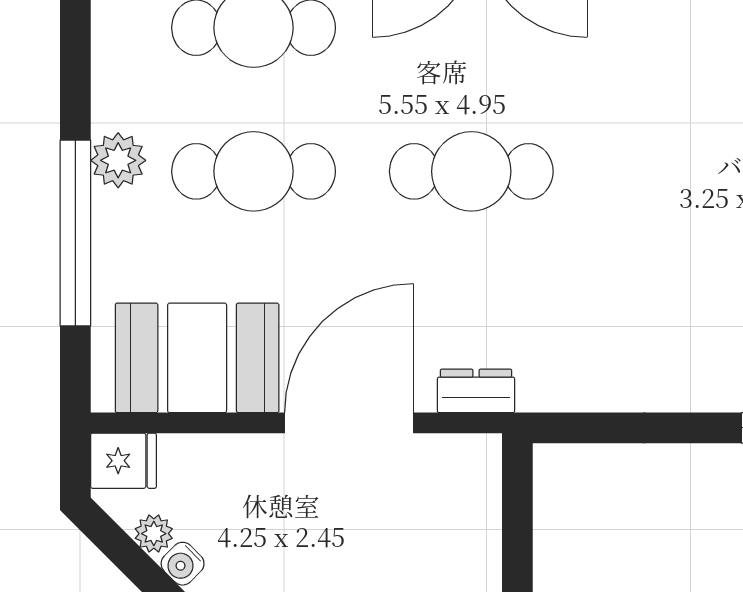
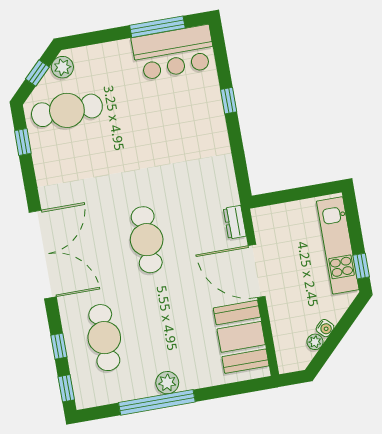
cafe table: (254, 171) -> (162, 327), removed
window: (75, 233) -> (157, 402), moved
fridge: (123, 461) -> (288, 359), removed

